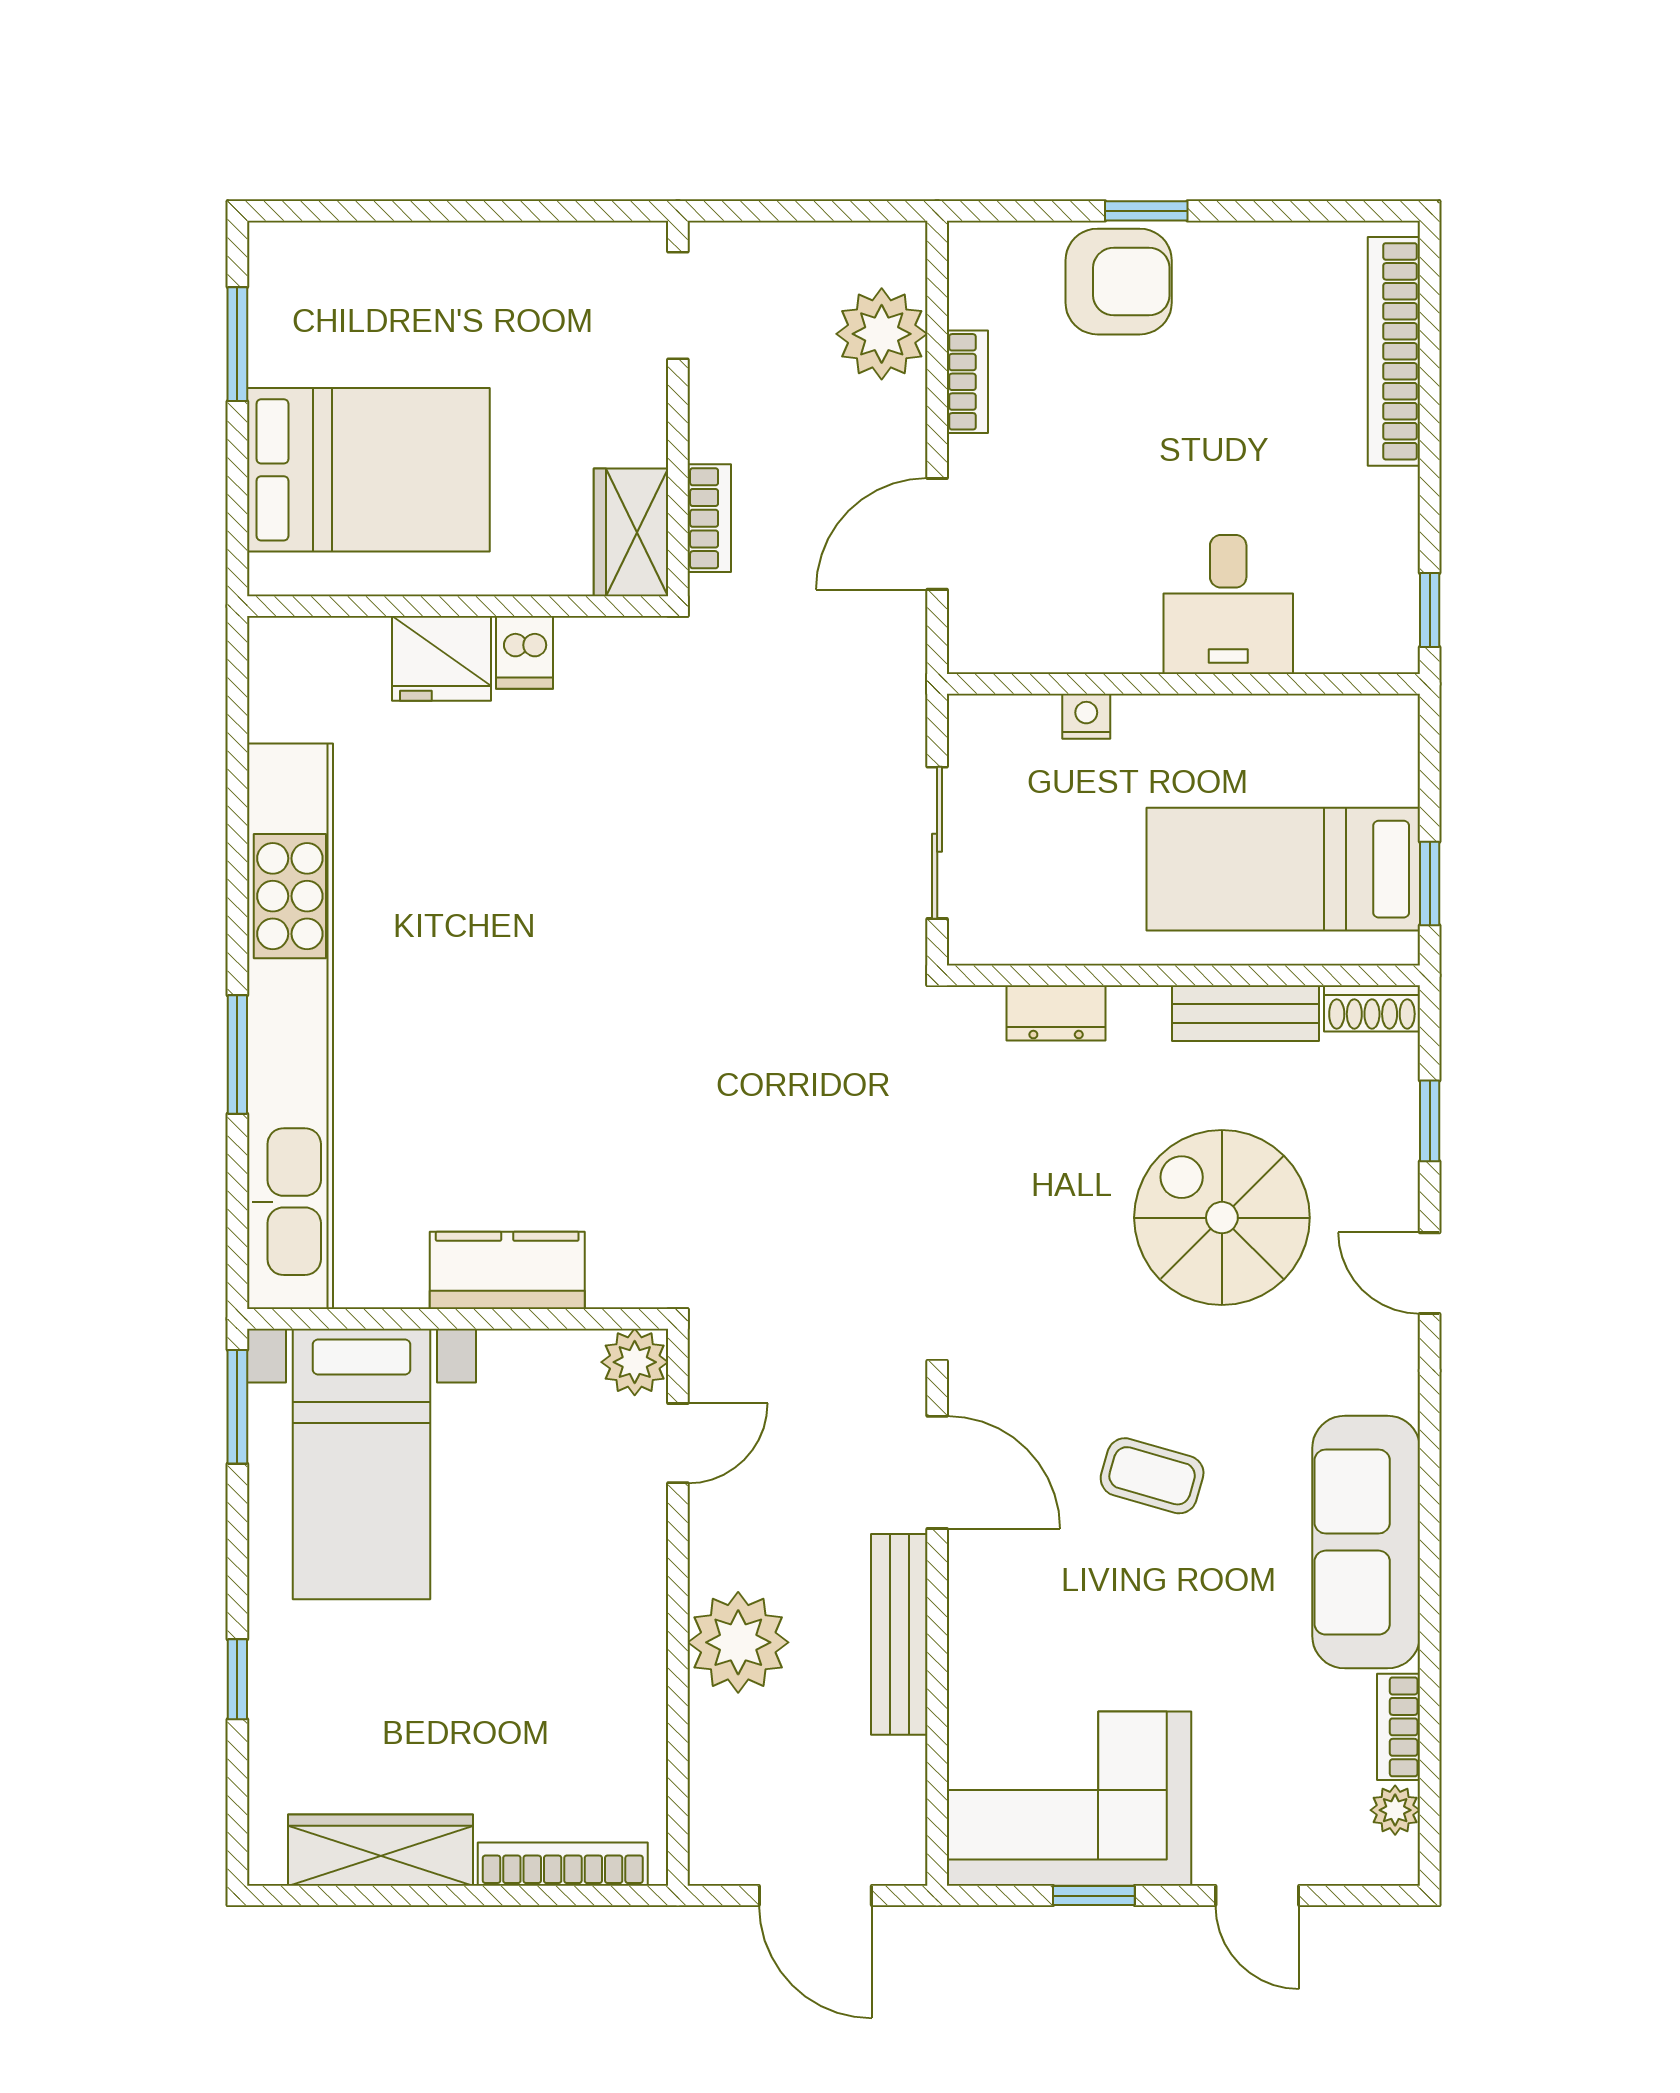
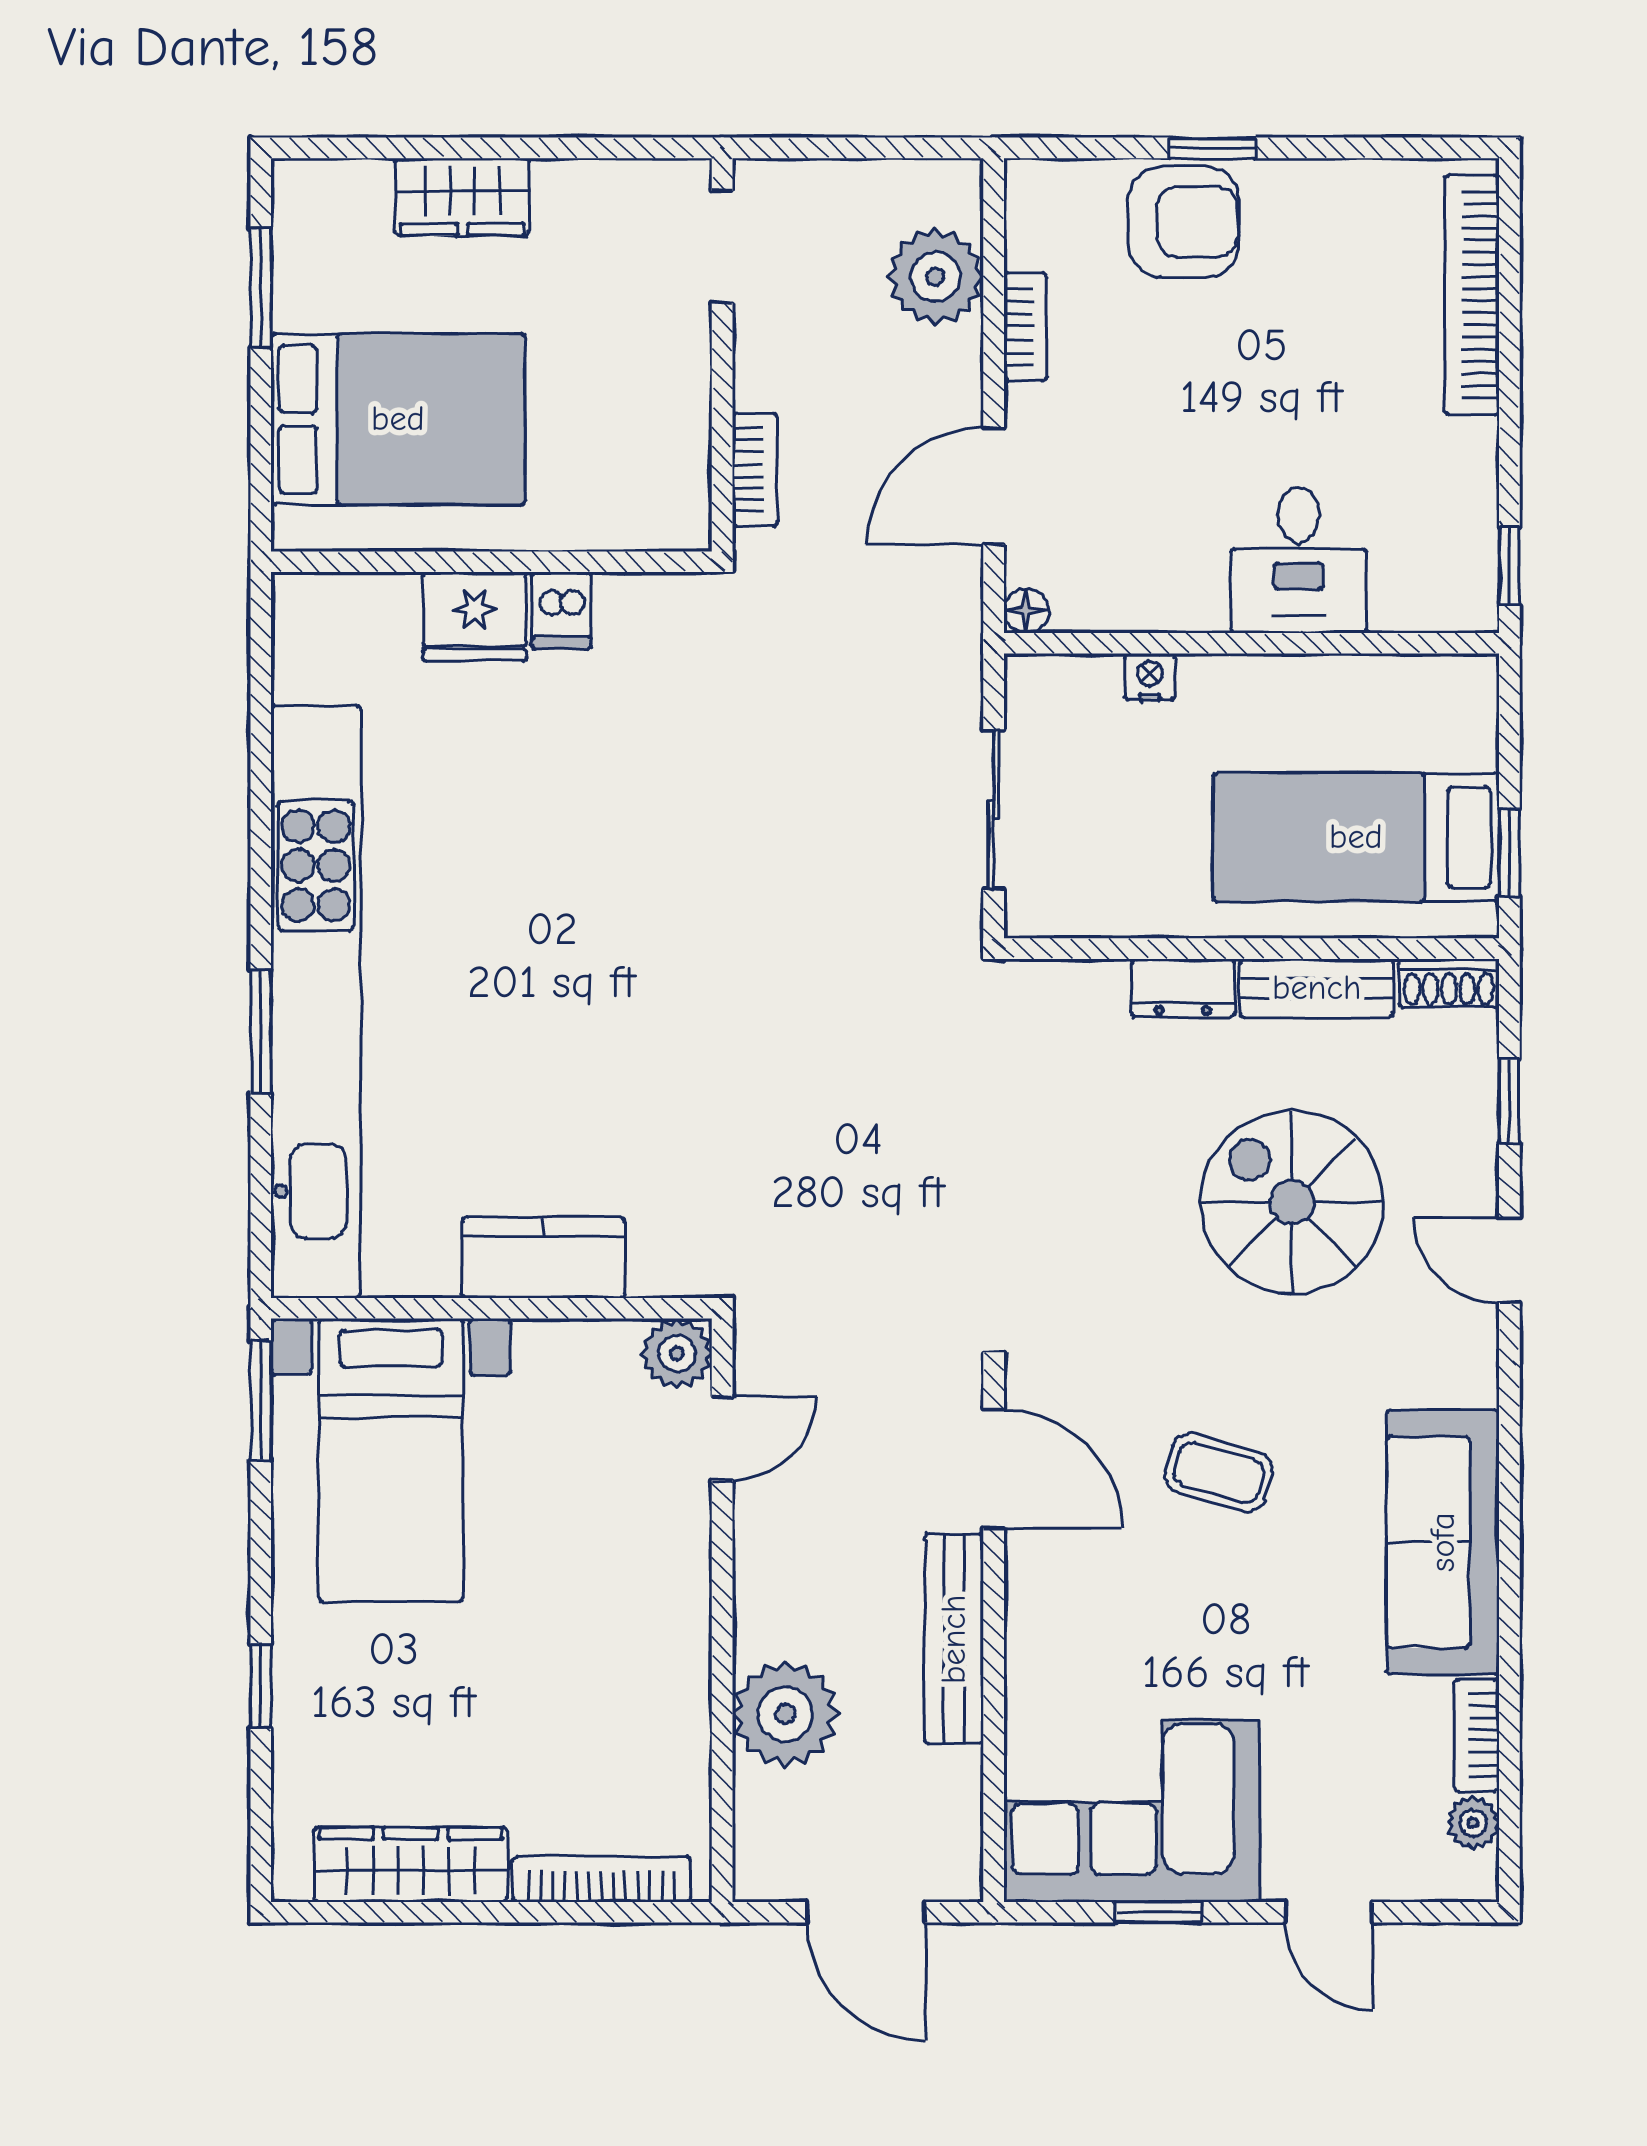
wardrobe: (631, 532) -> (462, 197), moved, turned -90
floor lamp: (968, 653) -> (1026, 611), added
dresser: (1056, 1013) -> (1183, 988), moved
plant: (738, 1642) -> (785, 1714), moved

